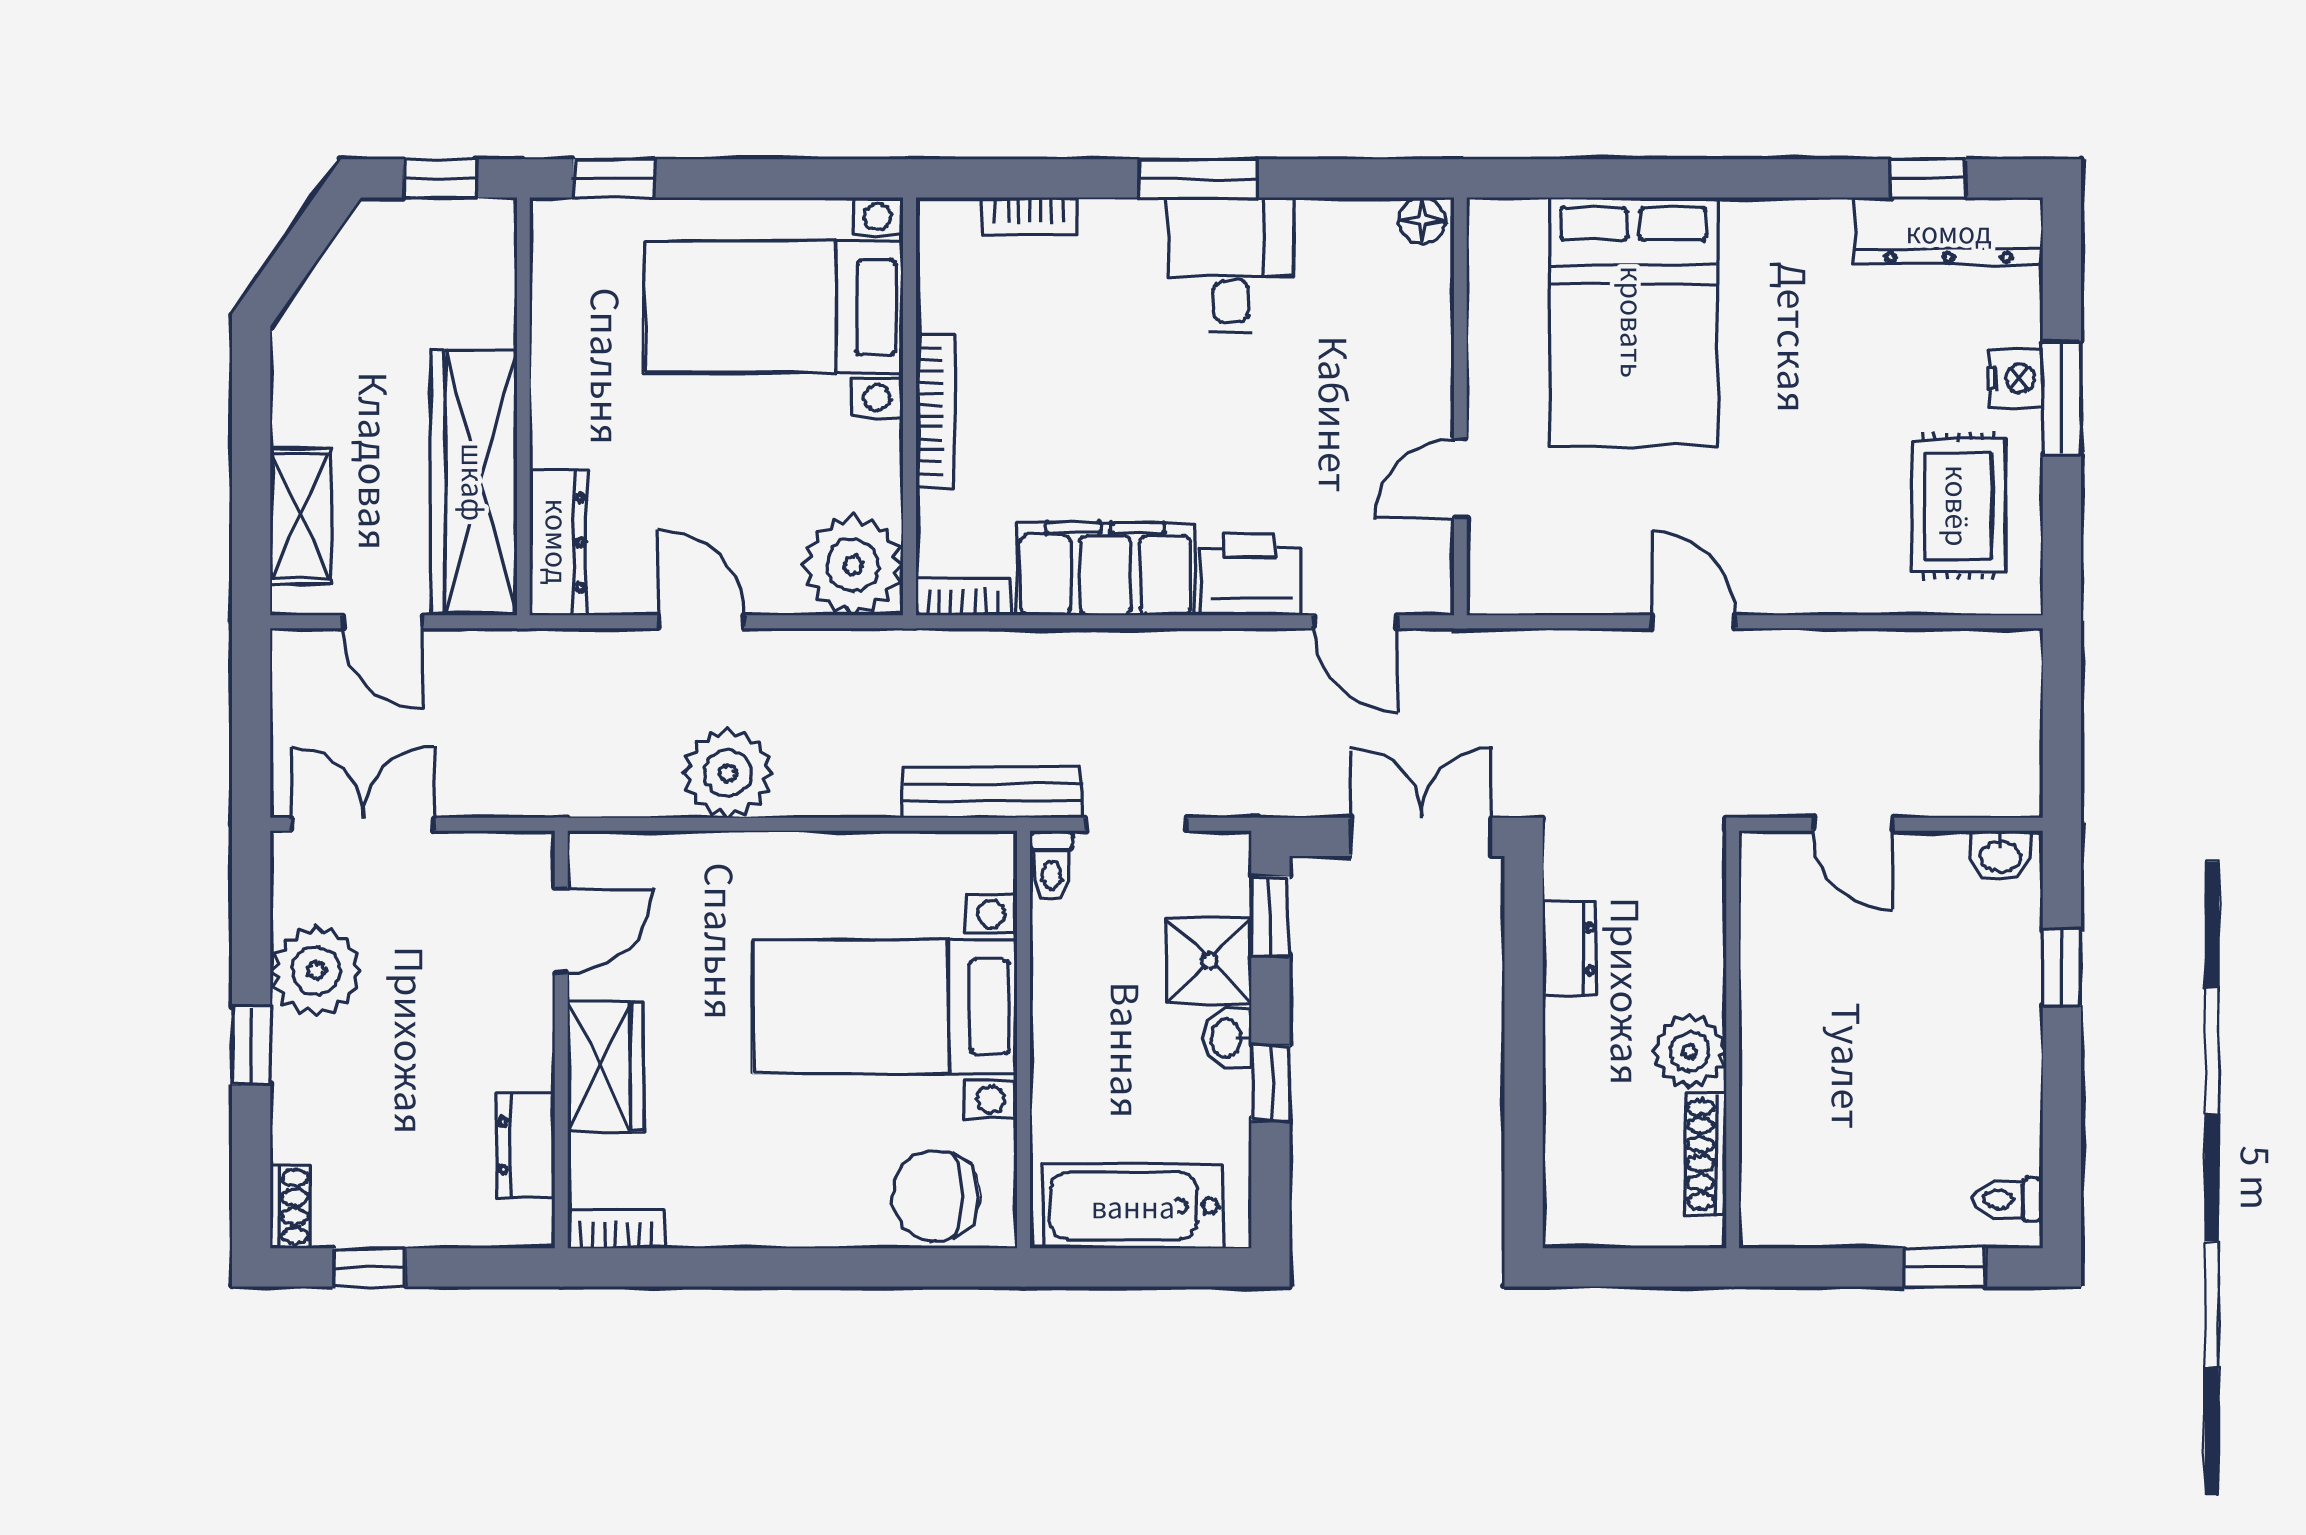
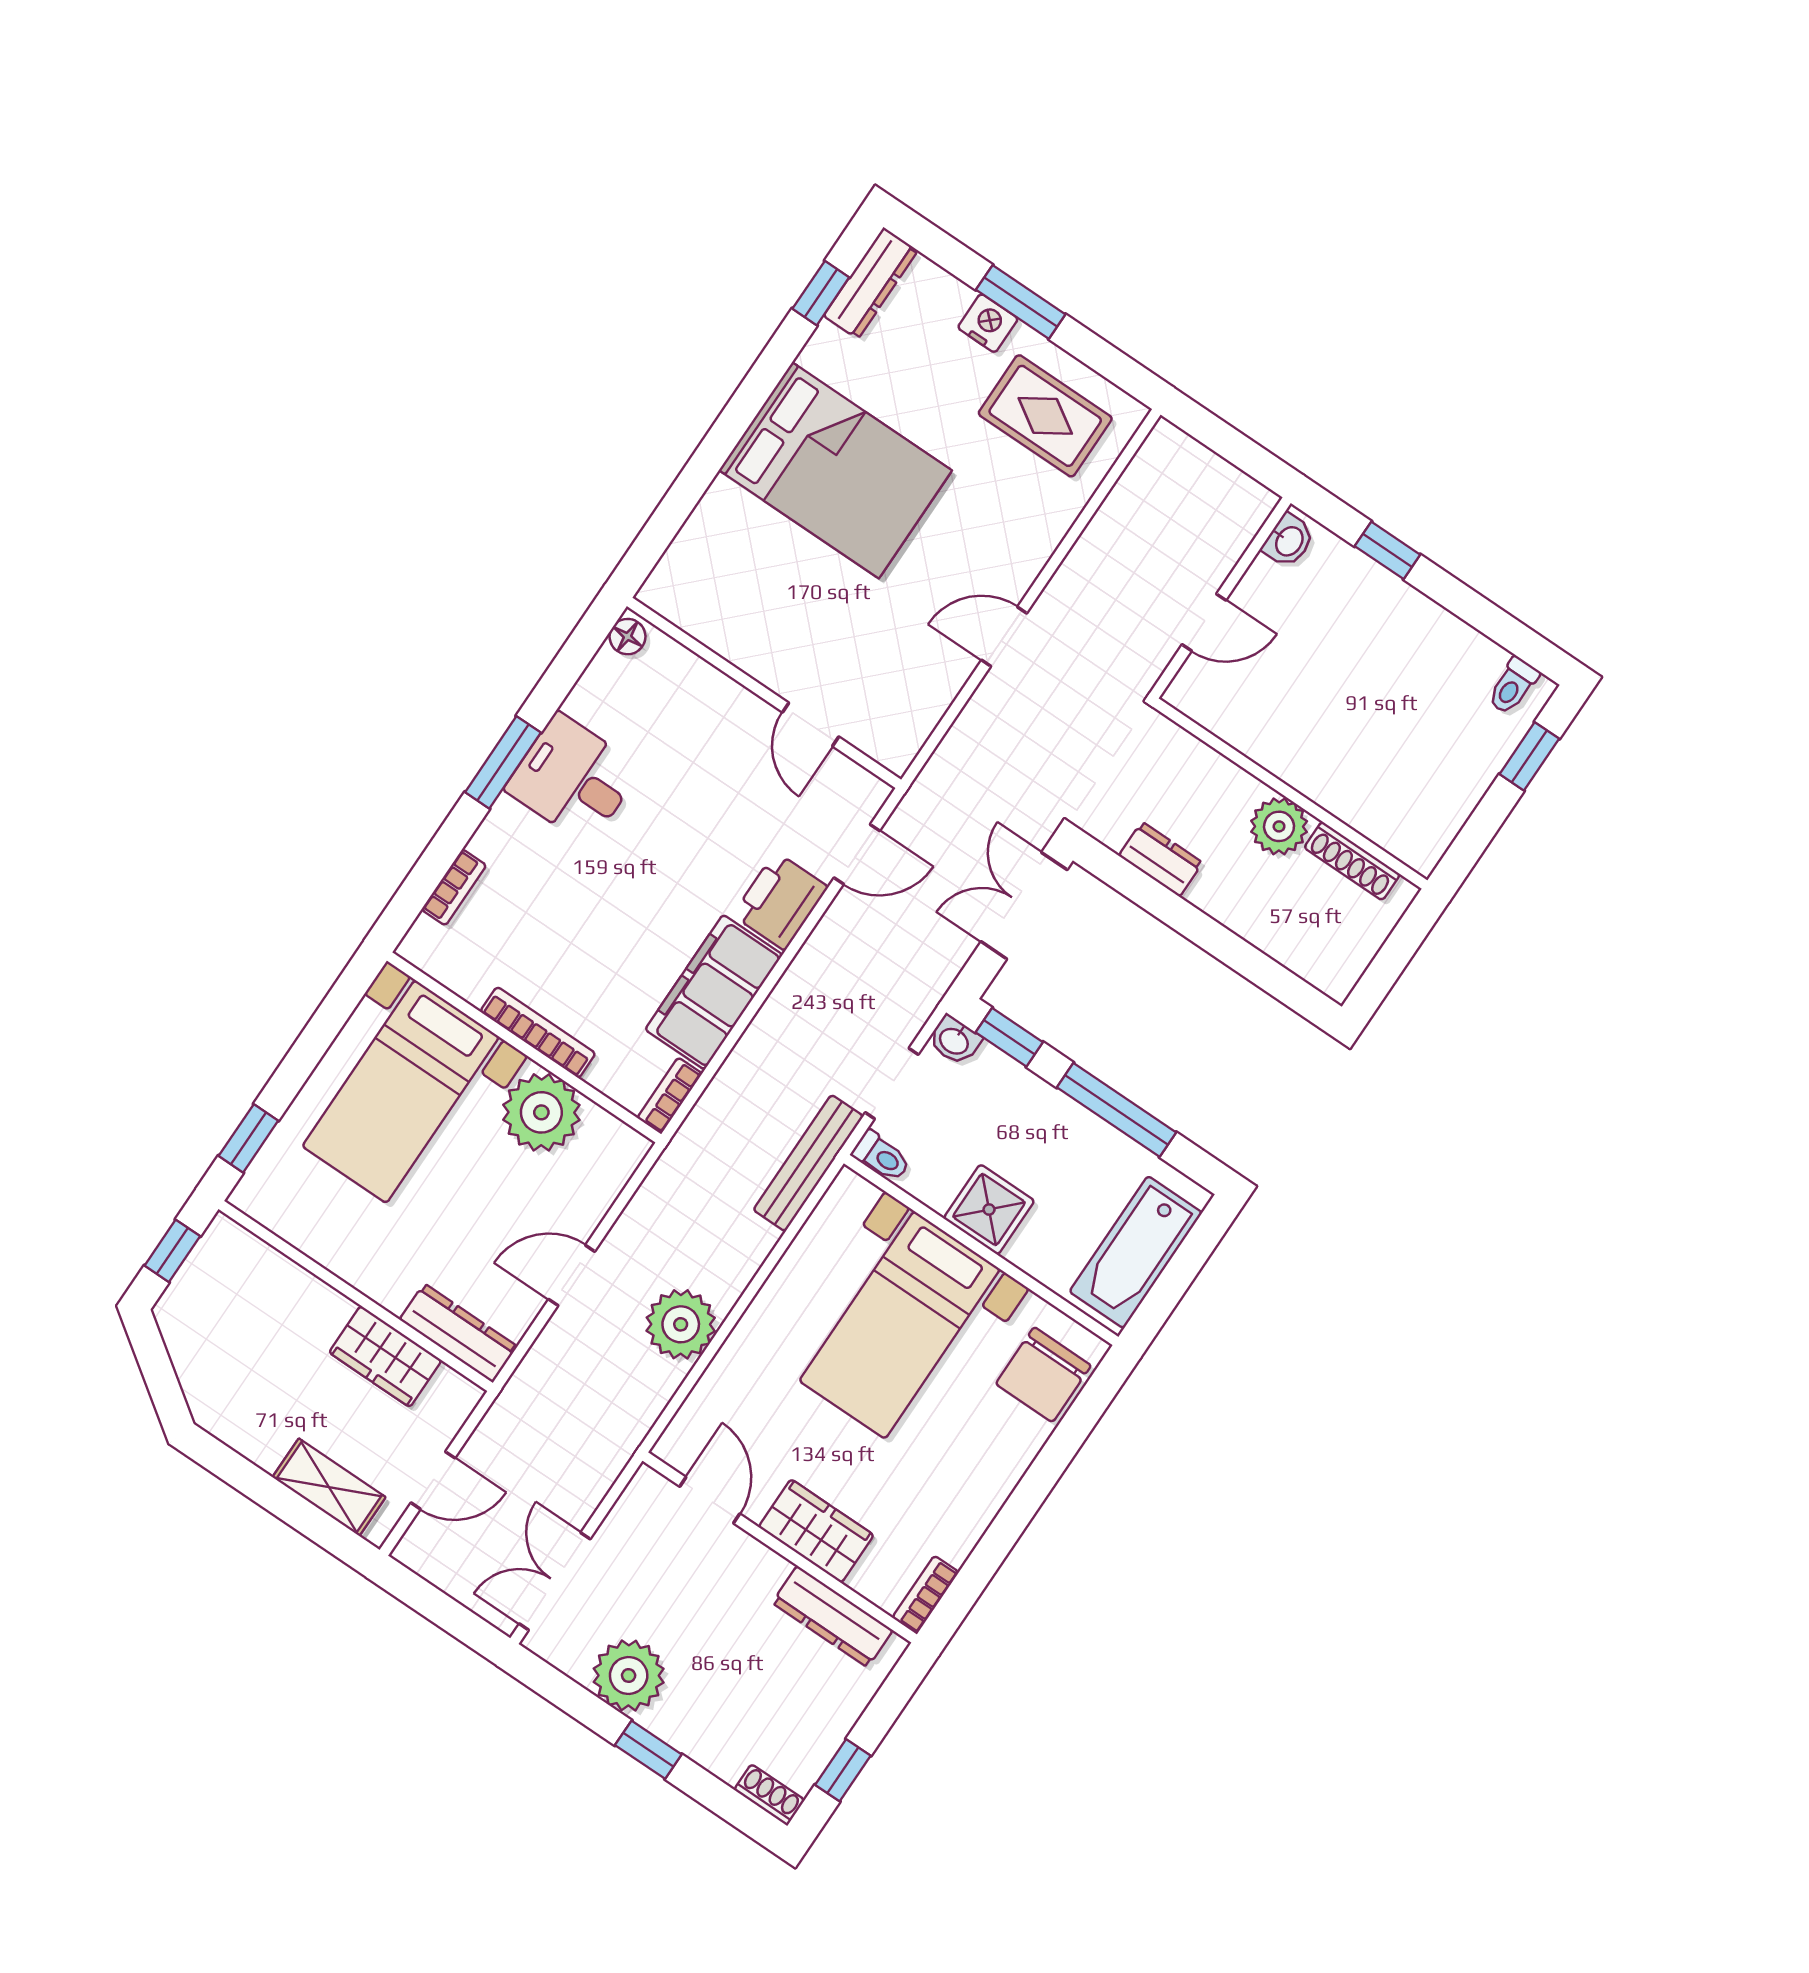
dresser: (1949, 231) -> (871, 283), width x0.73, depth x0.80
bed: (1633, 322) -> (835, 470), moved
wardrobe: (474, 482) -> (385, 1356), width x0.48, depth x0.85
plant: (853, 565) -> (541, 1112), moved
shower: (1209, 961) -> (989, 1210), moved
washbasin: (1228, 1038) -> (955, 1040), moved
window: (1270, 1083) -> (1117, 1110), width x2.17
dresser: (526, 1145) -> (832, 1617), width x1.44

